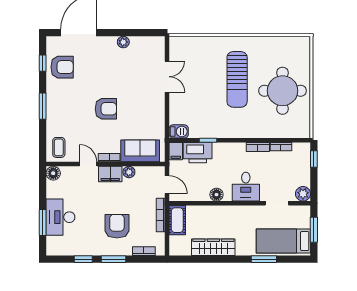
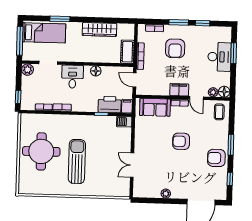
armchair: (62, 67) -> (216, 158), moved
plant: (129, 172) -> (213, 92), moved
window: (314, 230) -> (20, 41), width x1.44

